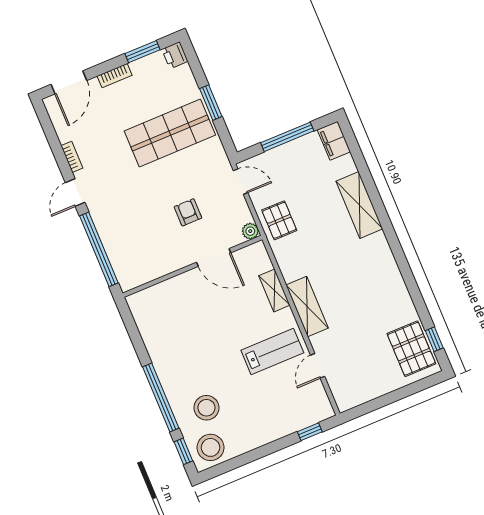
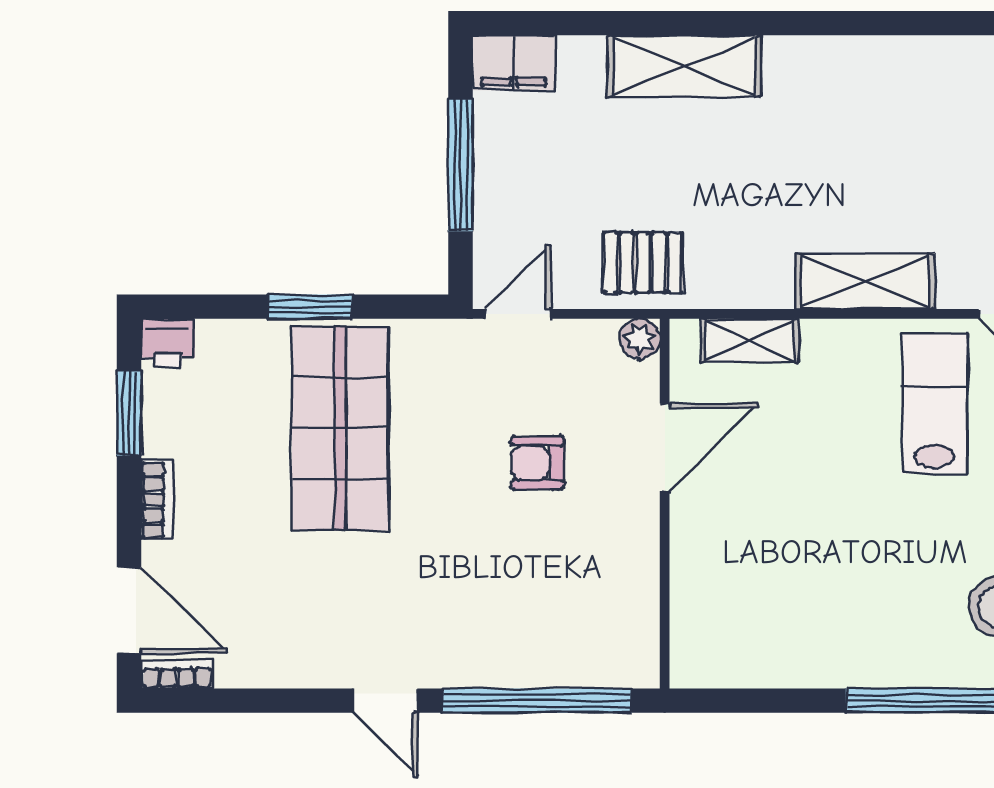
bookcase: (72, 157) -> (177, 674), moved
shelving: (274, 290) -> (750, 341), moved

